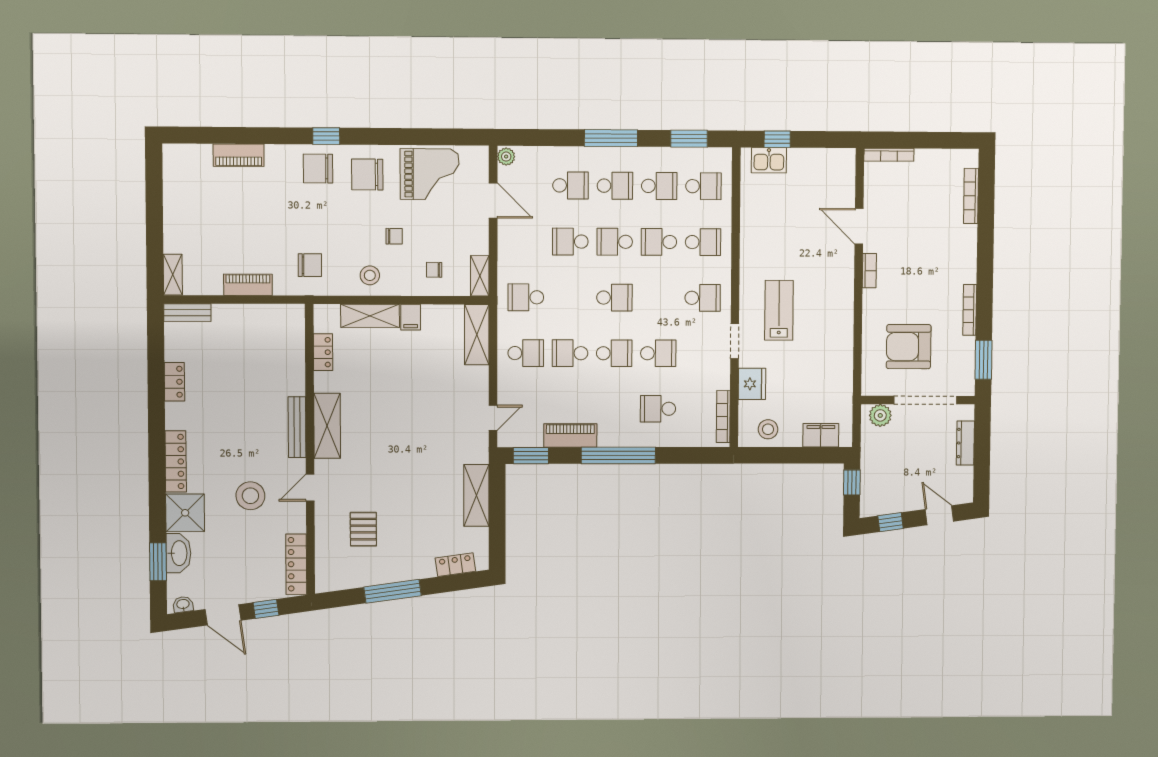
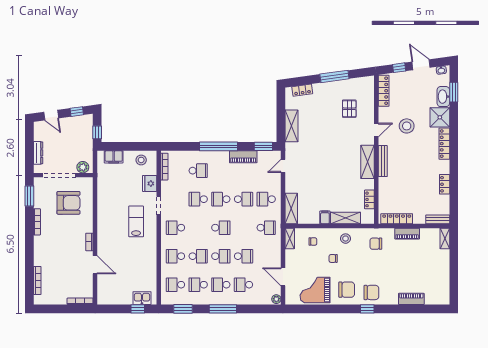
school desk: (614, 298) -> (221, 228), turned 180
lab bench: (779, 310) -> (136, 221), turned 180
locker: (269, 314) -> (397, 219), added

